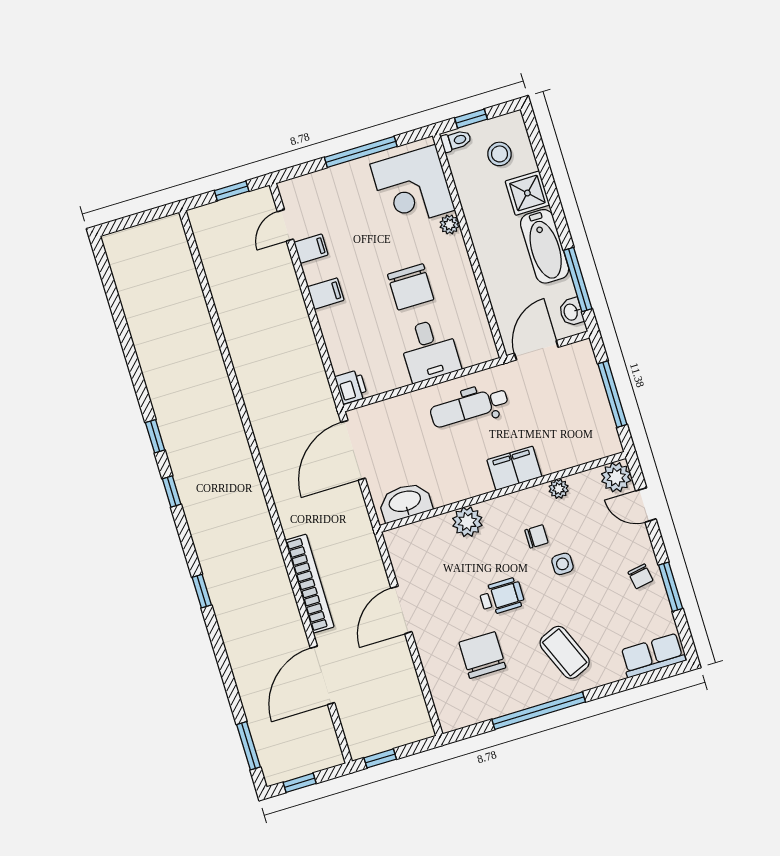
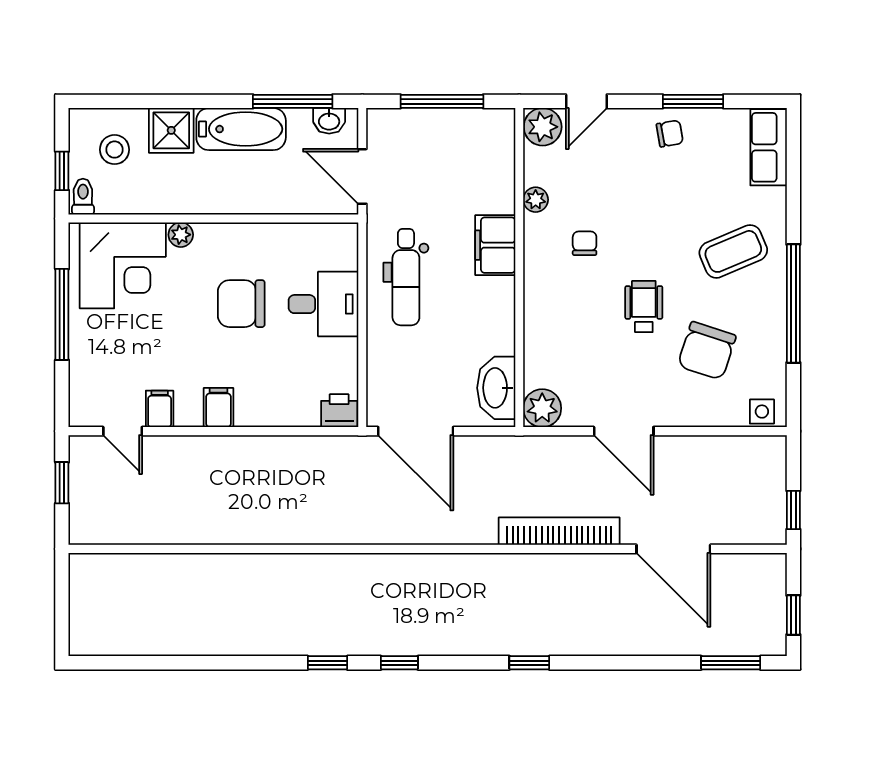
chair: (411, 287) -> (241, 304), turned 180
plant: (467, 522) -> (542, 408), moved
side table: (562, 564) -> (762, 412), moved
chair: (482, 655) -> (707, 351), turned -72

